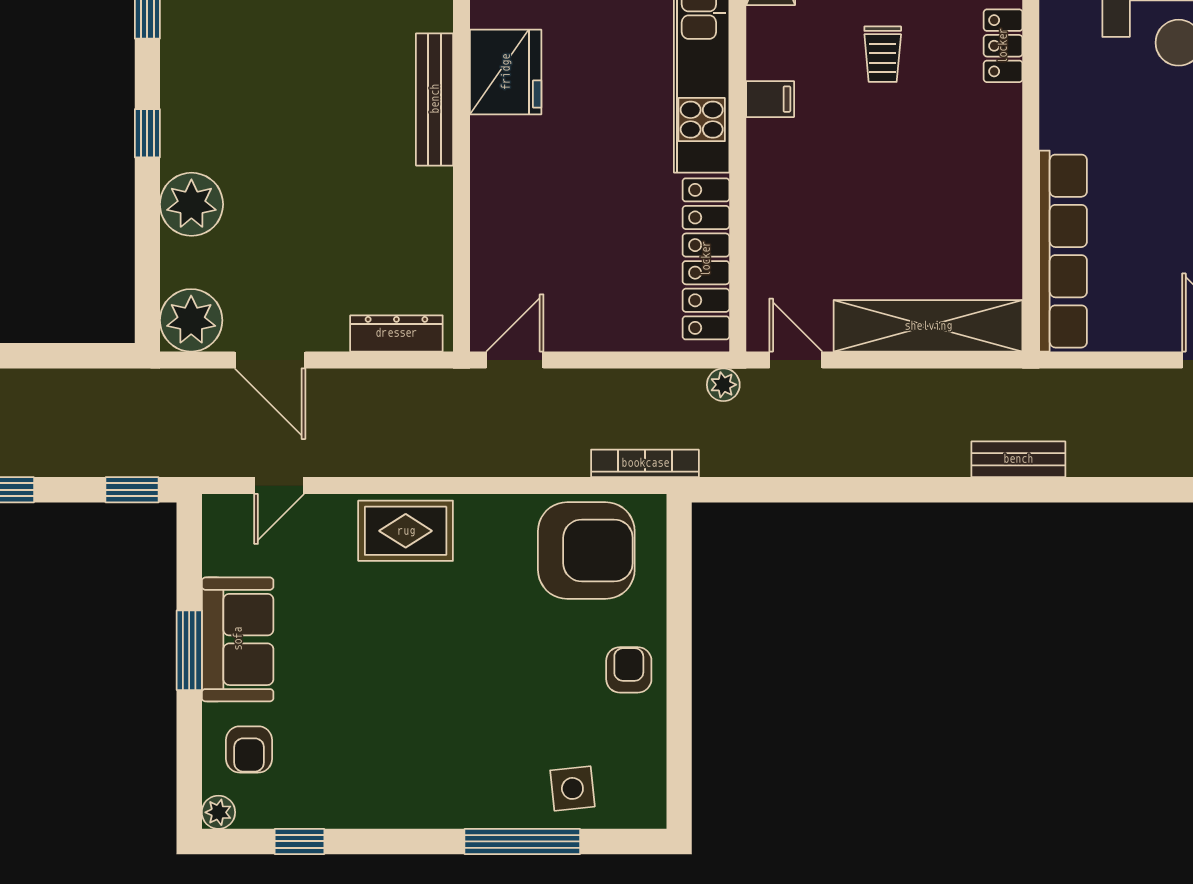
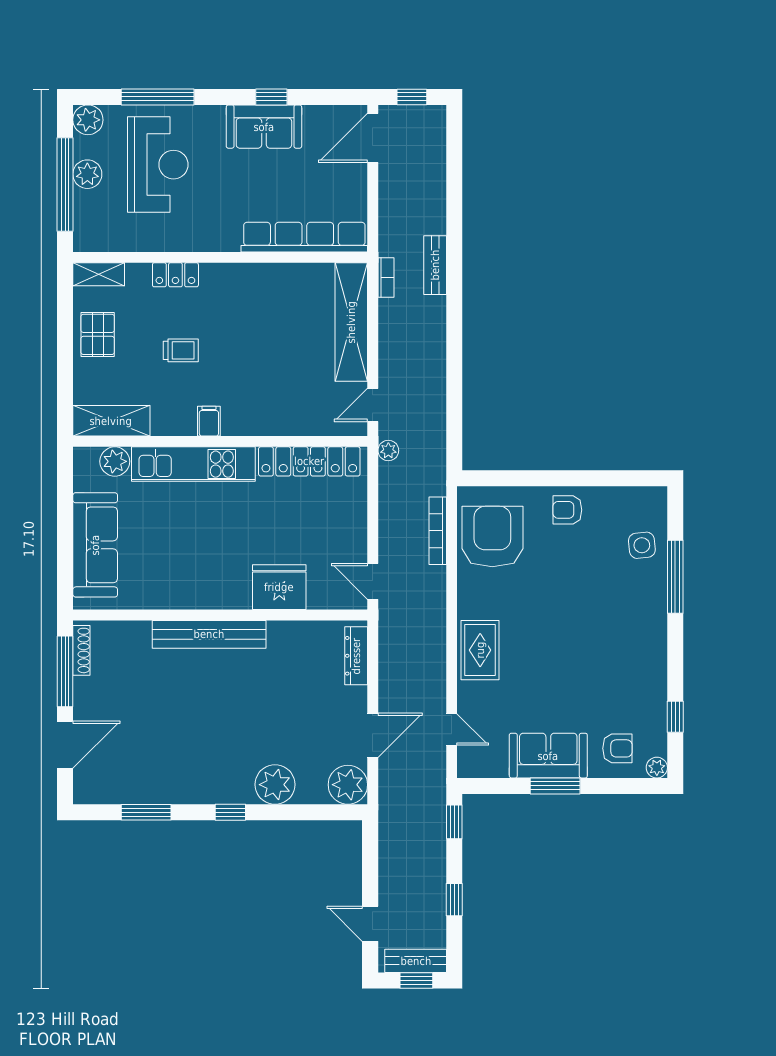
fridge: (506, 72) -> (279, 587), moved
bench: (435, 99) -> (209, 634), width x1.37, depth x1.21
bookcase: (999, 381) -> (386, 277), added
bookcase: (645, 463) -> (438, 531), moved

